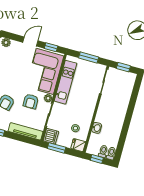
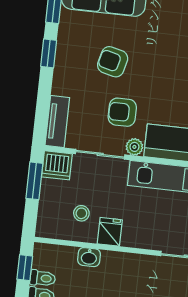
tv unit: (26, 131) -> (57, 122), width x0.71
fridge: (78, 145) -> (110, 232), moved

